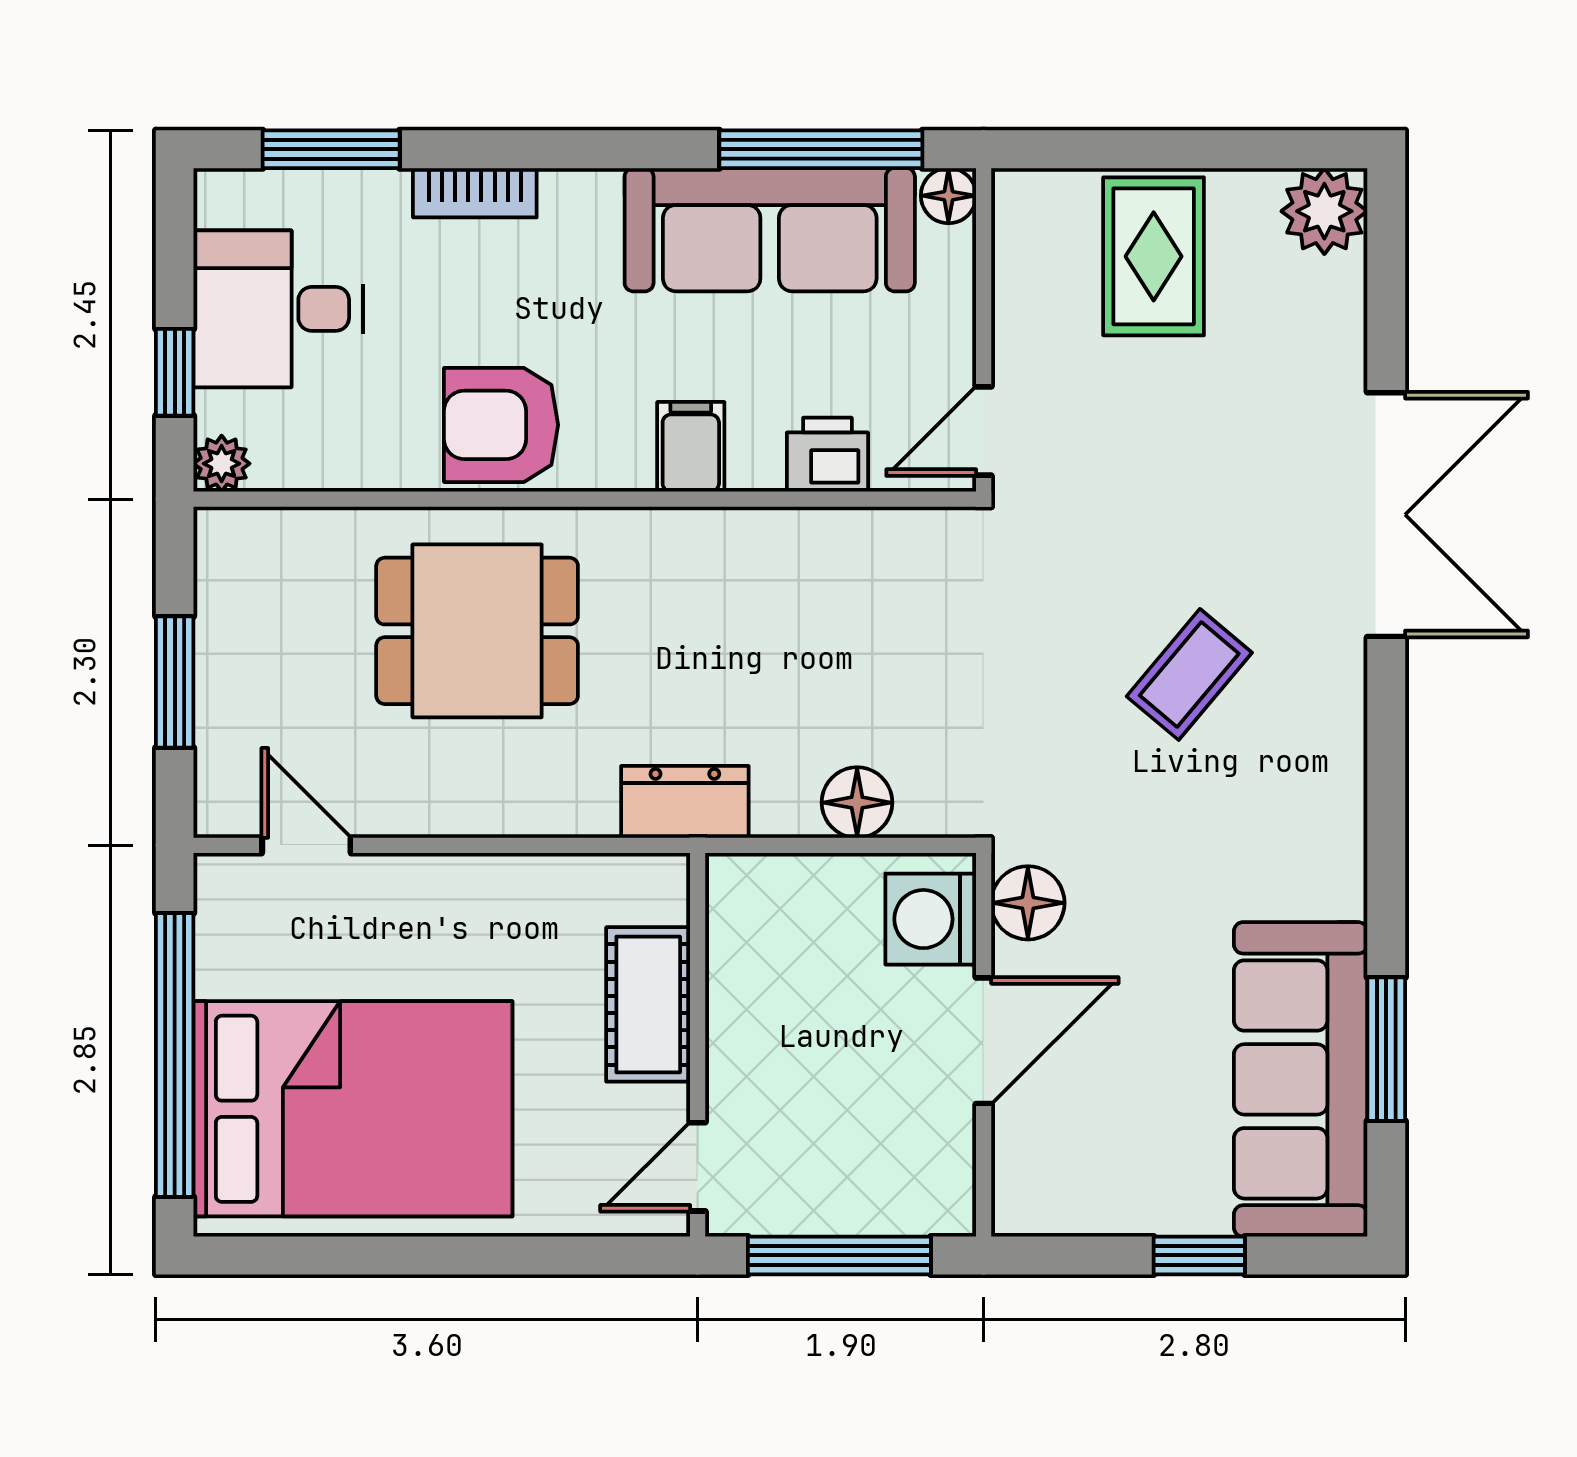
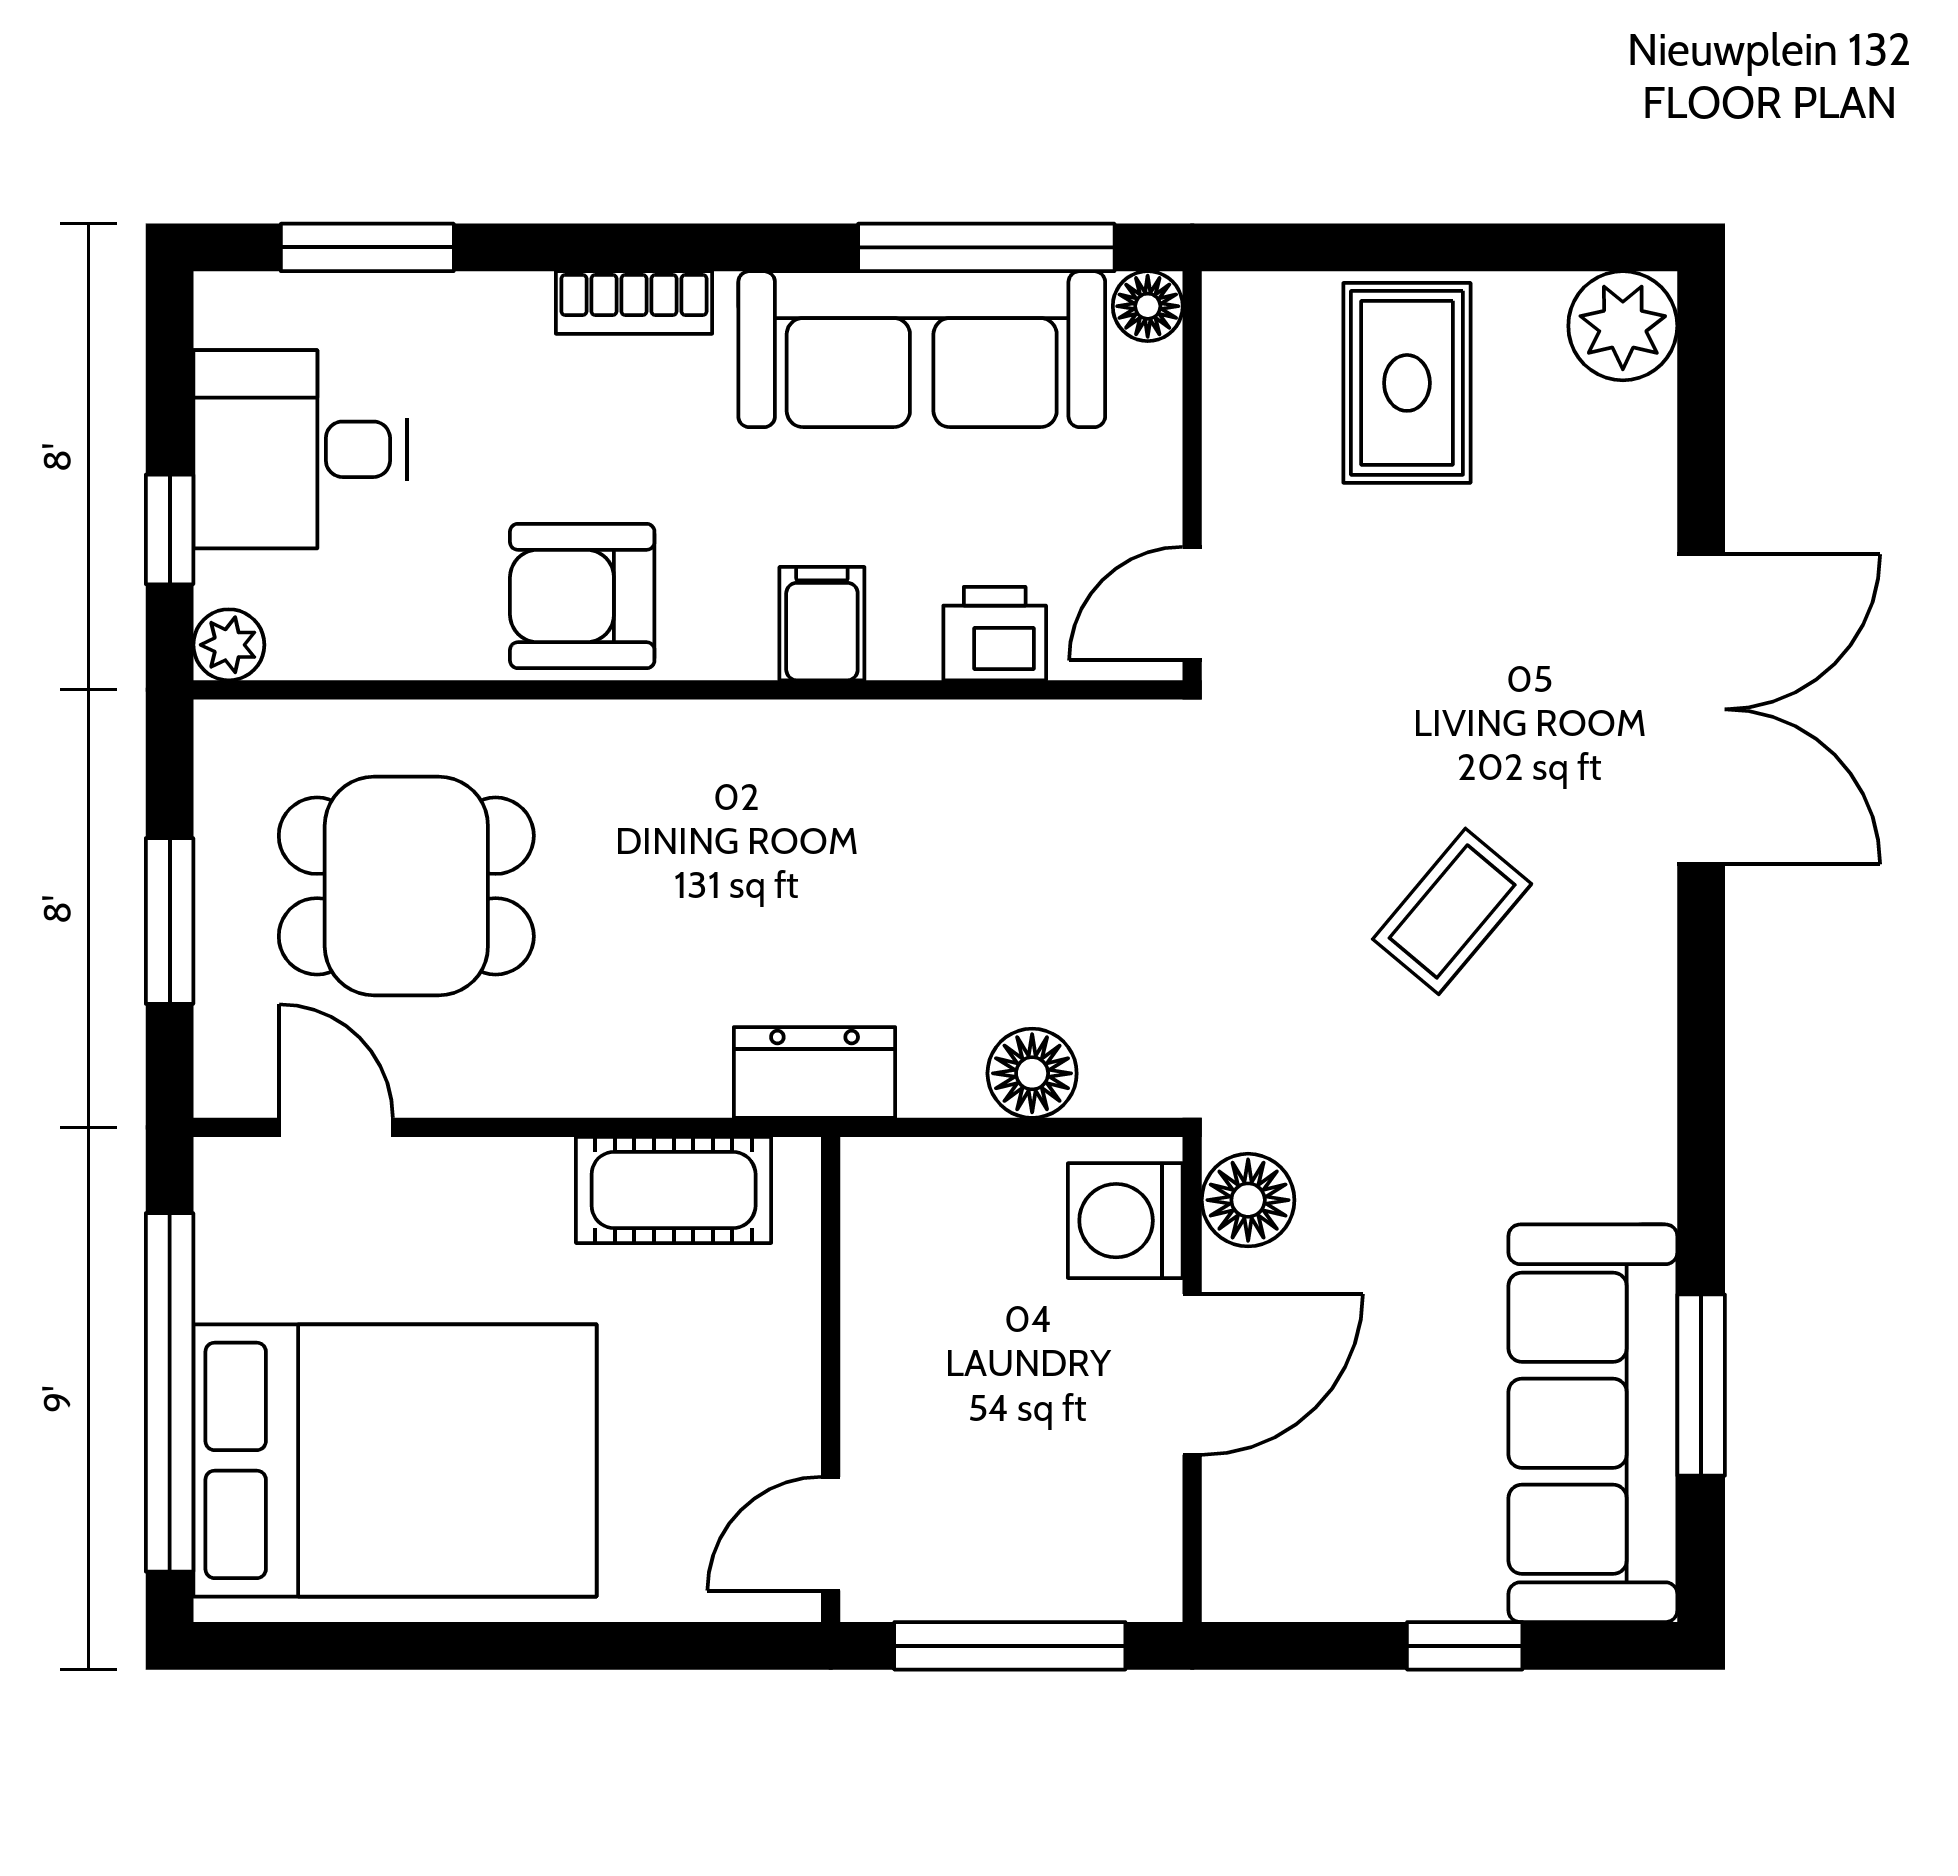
bookcase: (475, 193) -> (634, 302), moved
dining table: (477, 631) -> (406, 886), moved
cot: (648, 1004) -> (674, 1190), moved, turned 90

